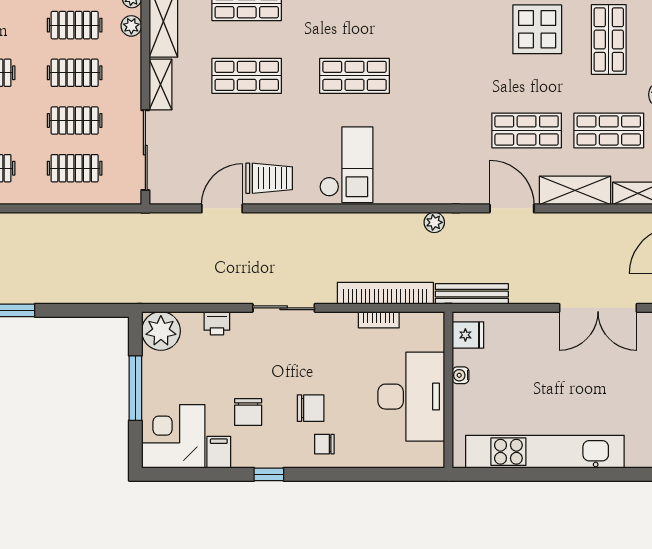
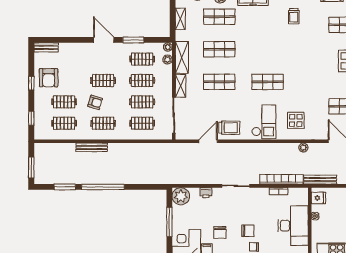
display table: (417, 162) -> (296, 120), added

